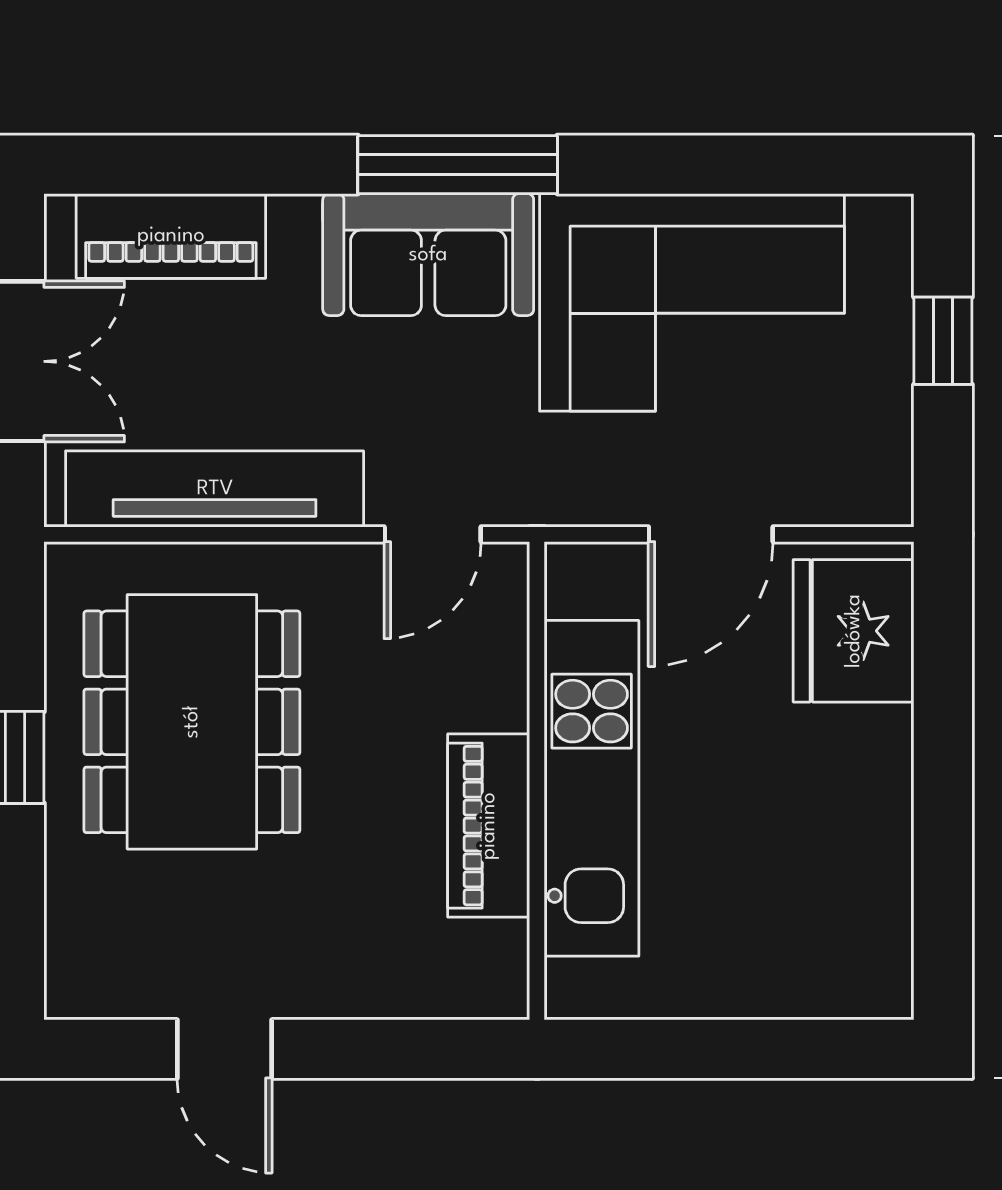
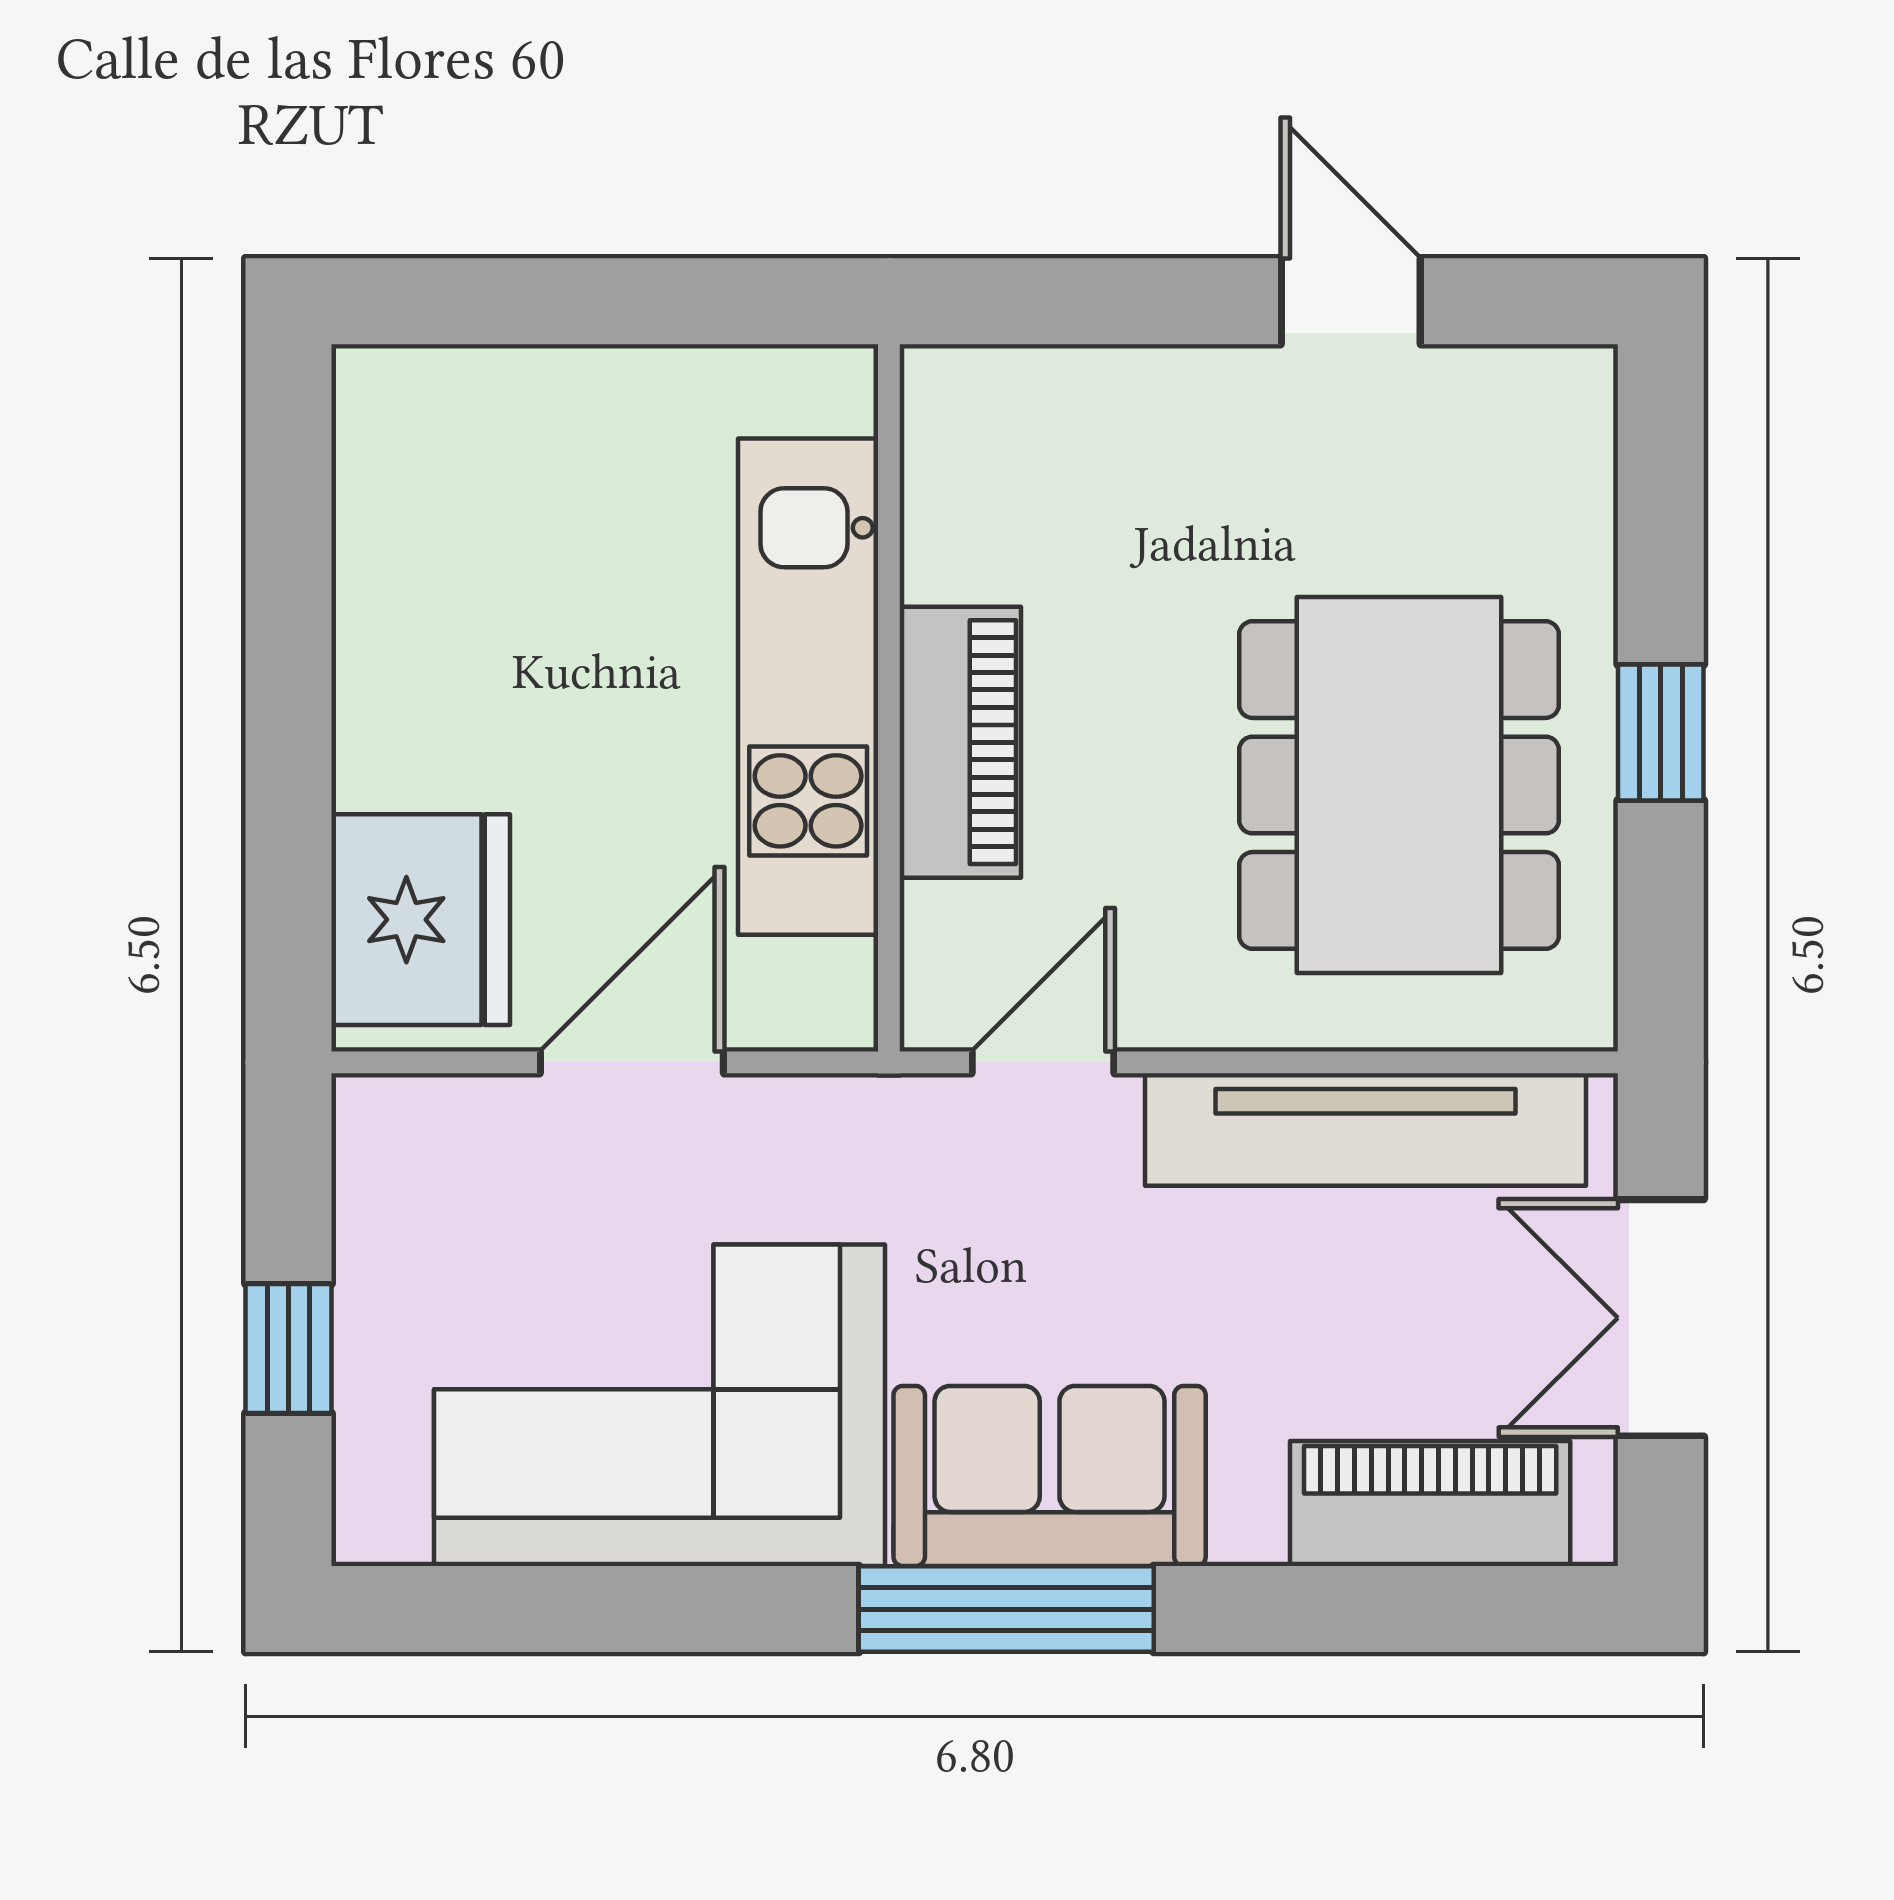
piano: (489, 826) -> (960, 742), moved

